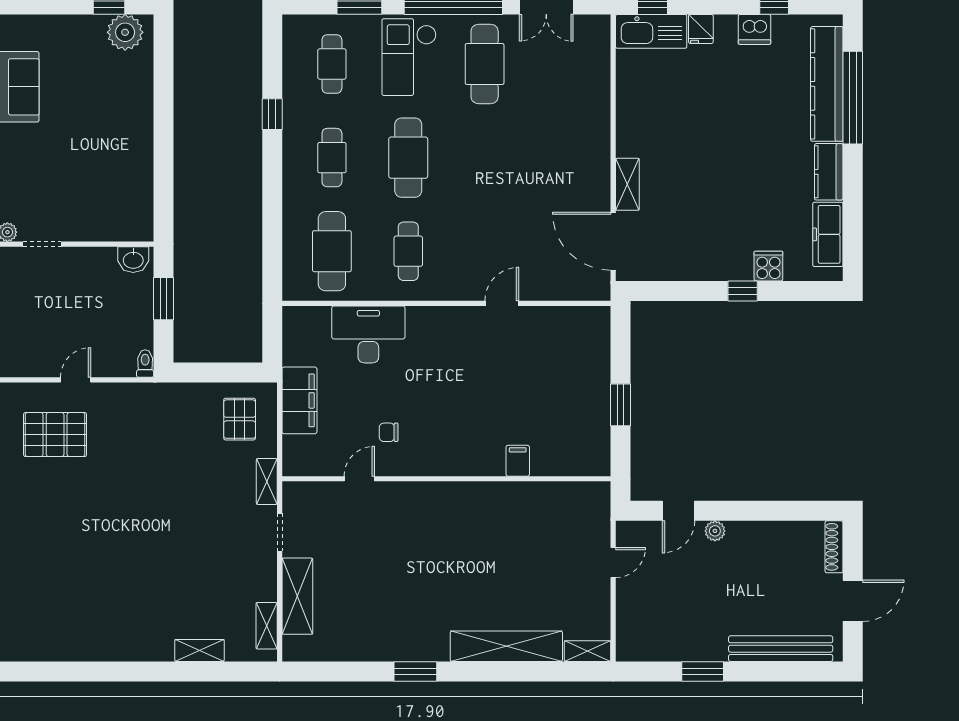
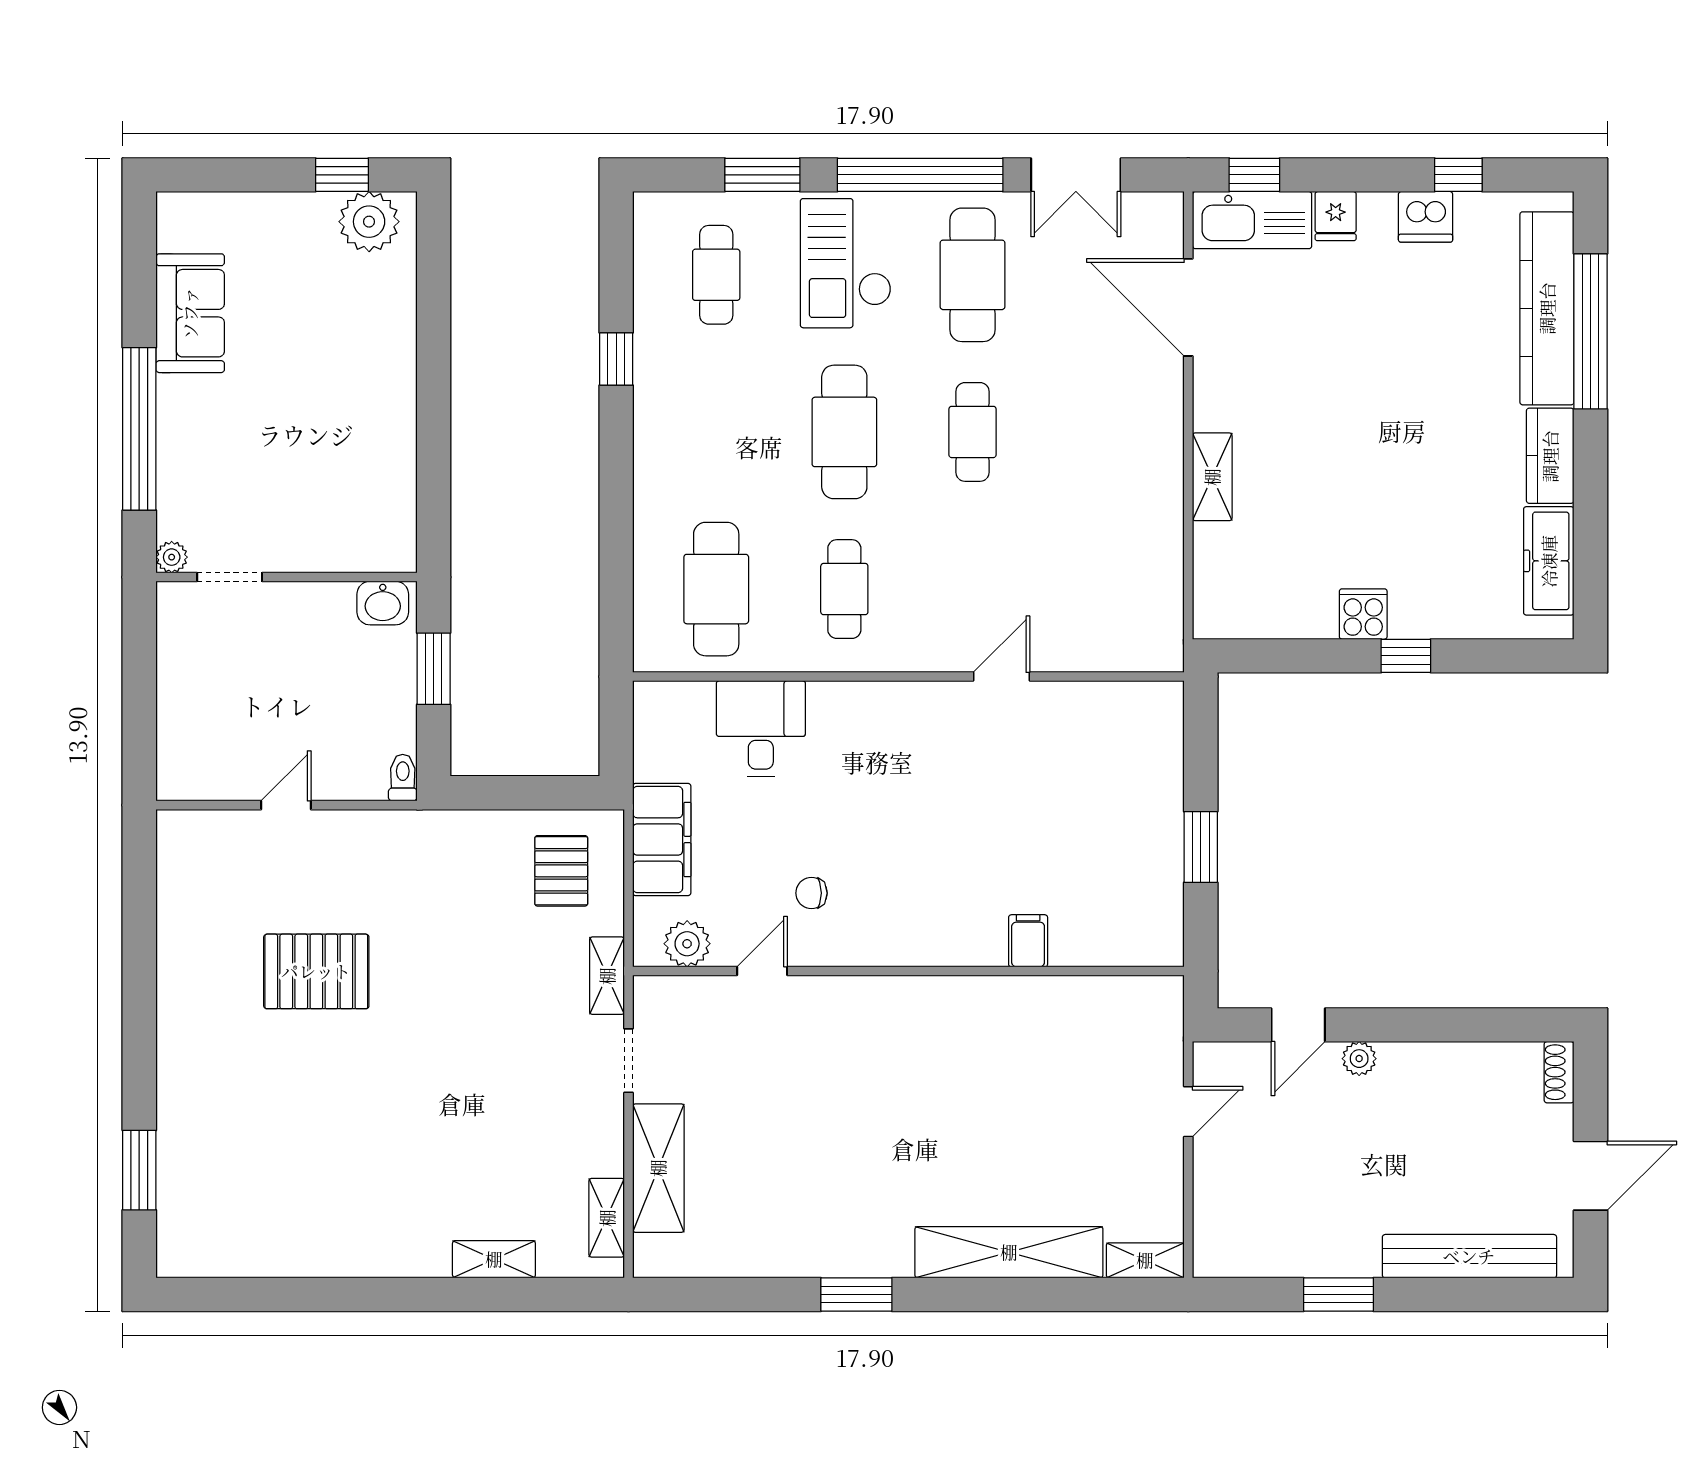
cafe table: (332, 158) -> (972, 432), moved
door: (613, 241) -> (1188, 307), moved
cooker: (768, 266) -> (1363, 614), moved
desk: (368, 334) -> (761, 729), width x0.73
pallet: (55, 435) -> (316, 971), moved
plant: (315, 463) -> (687, 944), added
shoe rack: (834, 547) -> (1559, 1072), width x0.70

